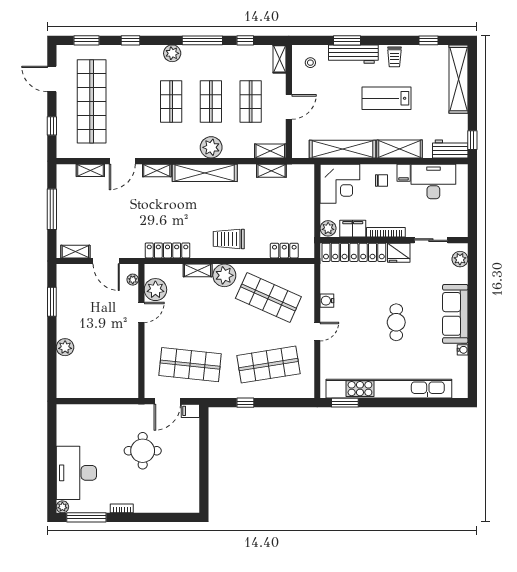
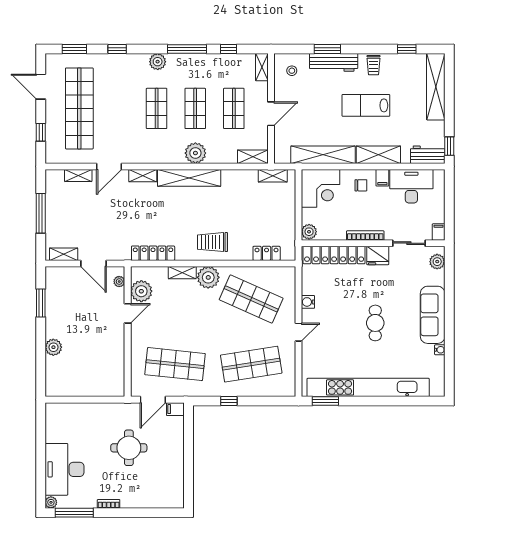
shelving: (271, 171) -> (273, 176), moved
filing cabinet: (353, 229) -> (439, 232), moved, width x0.50

